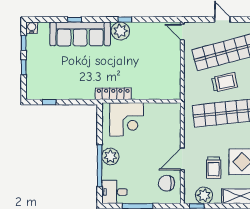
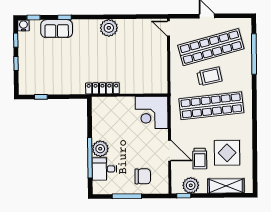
window: (125, 20) -> (34, 17), moved
sofa: (80, 34) -> (57, 29), width x0.54, depth x0.79
corner desk: (126, 119) -> (152, 113), moved, turned 90
door: (182, 159) -> (170, 151), swing flipped
chair: (166, 183) -> (143, 176), moved, turned 180
desk: (115, 192) -> (104, 169), moved

